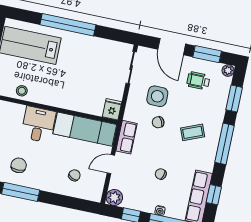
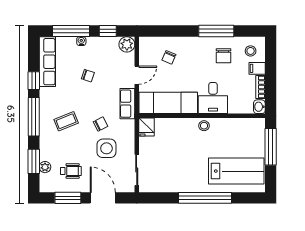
plant: (228, 70) -> (45, 167), moved
stool: (22, 91) -> (204, 126), moved
window: (214, 195) -> (34, 81), moved

